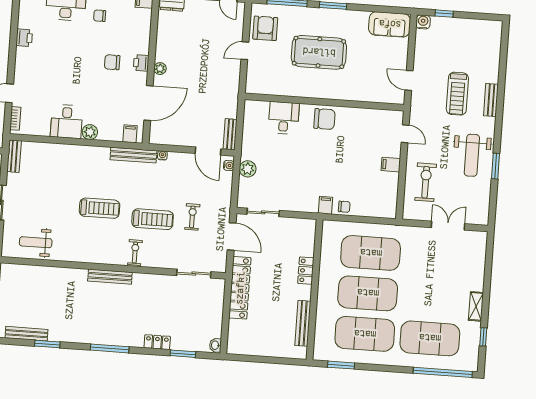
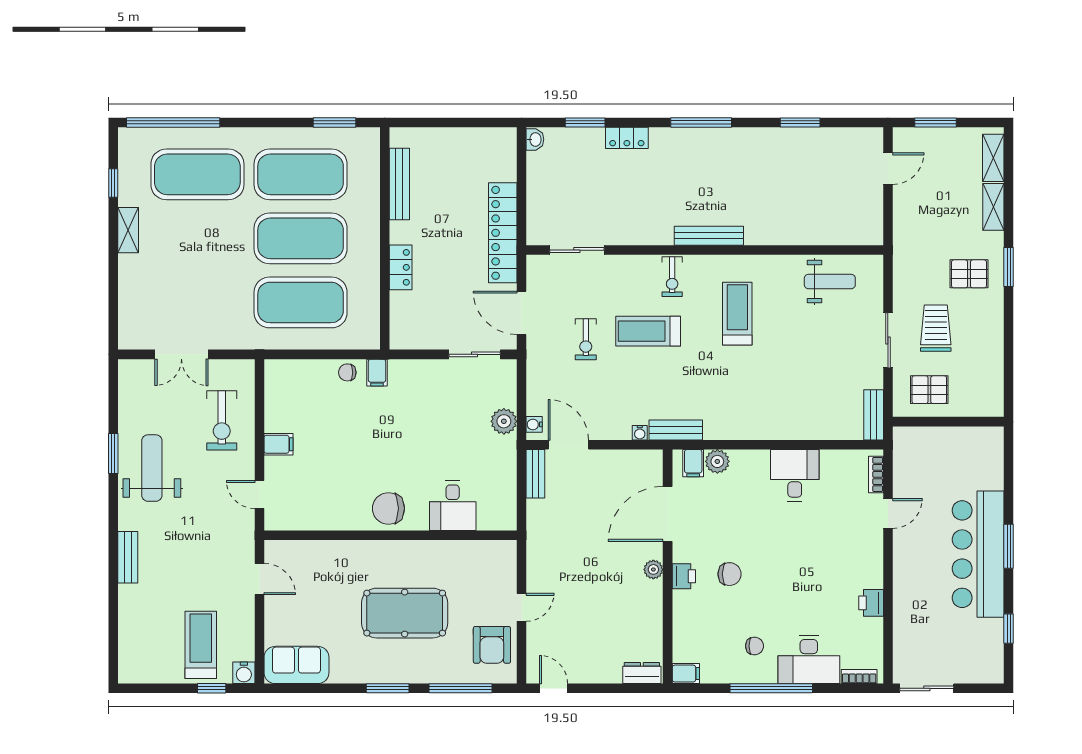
treadmill: (457, 94) -> (201, 645), moved
plant: (90, 132) -> (717, 461), moved
bench: (133, 155) -> (676, 430), width x0.73
treadmill: (100, 208) -> (737, 314), moved, turned 90
bench: (27, 334) -> (834, 136), removed

